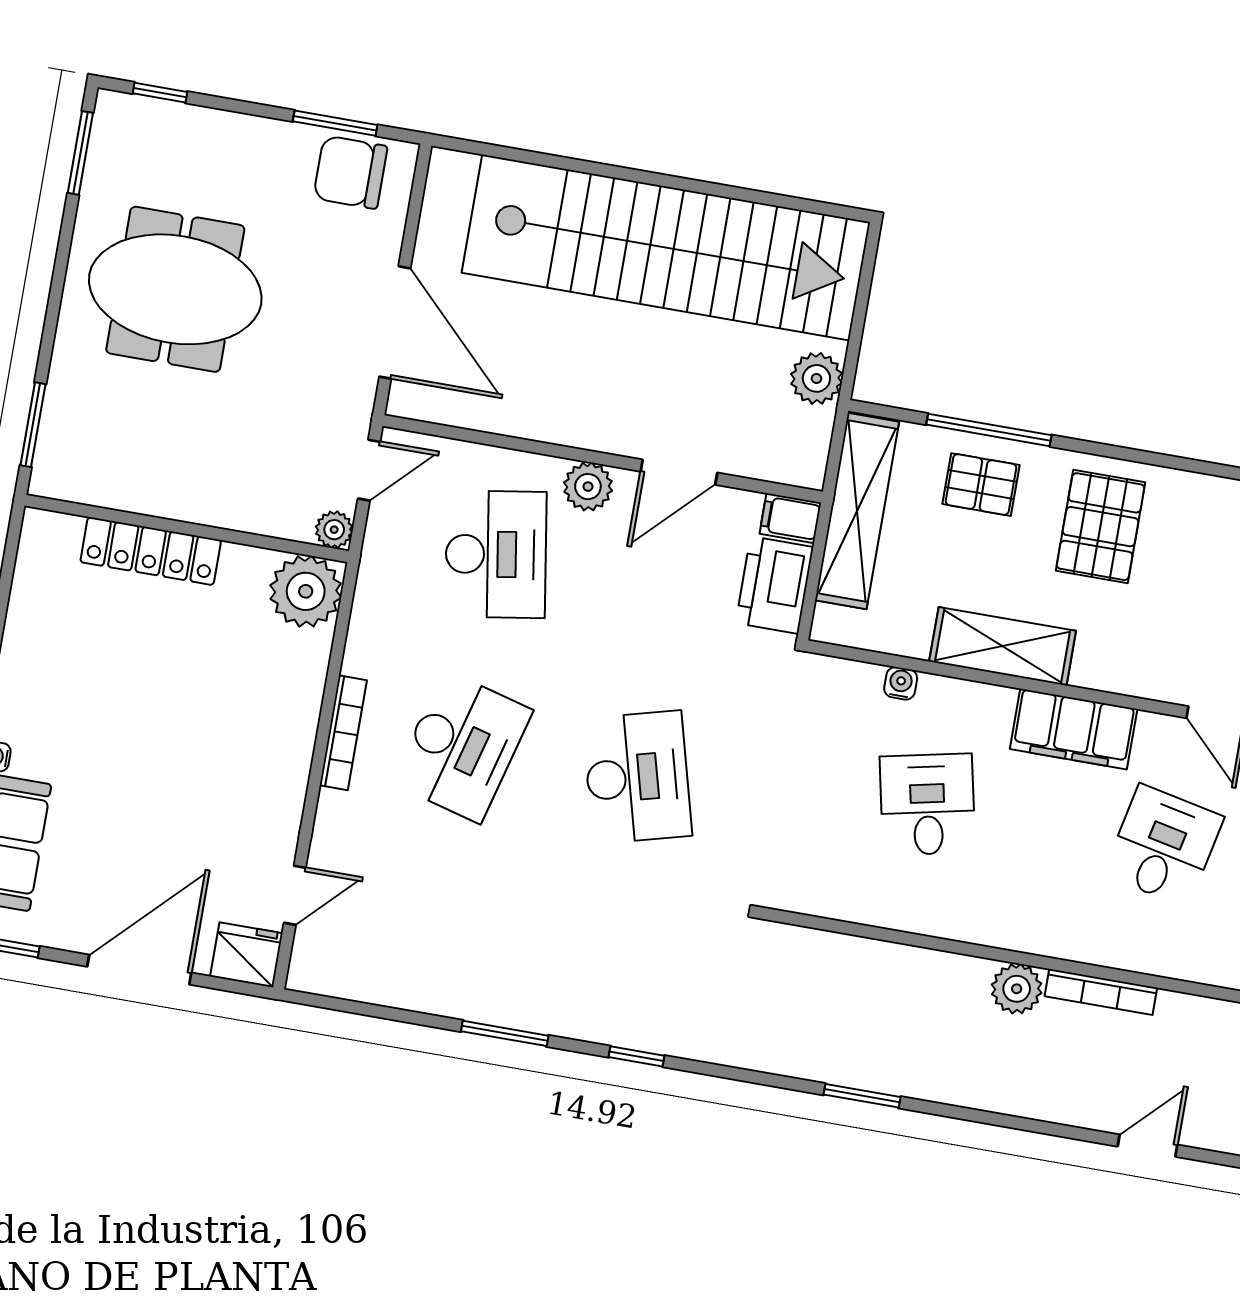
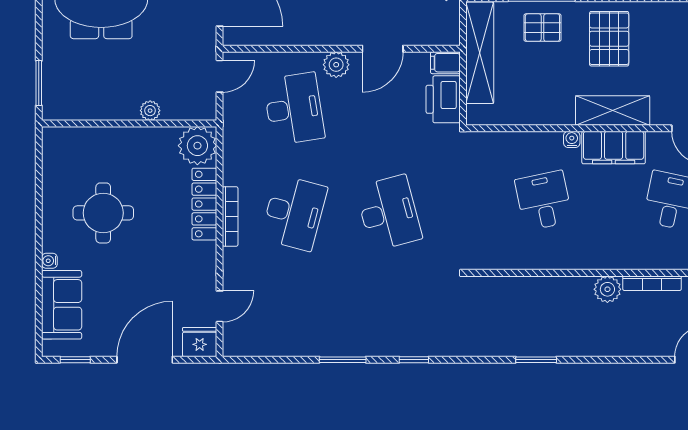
plant: (334, 530) -> (150, 111), moved
locker: (151, 551) -> (204, 204), moved, turned 90
shelving: (1003, 646) -> (613, 111), moved
water cooler: (901, 683) -> (572, 139), moved
round table: (110, 685) -> (103, 213), added

